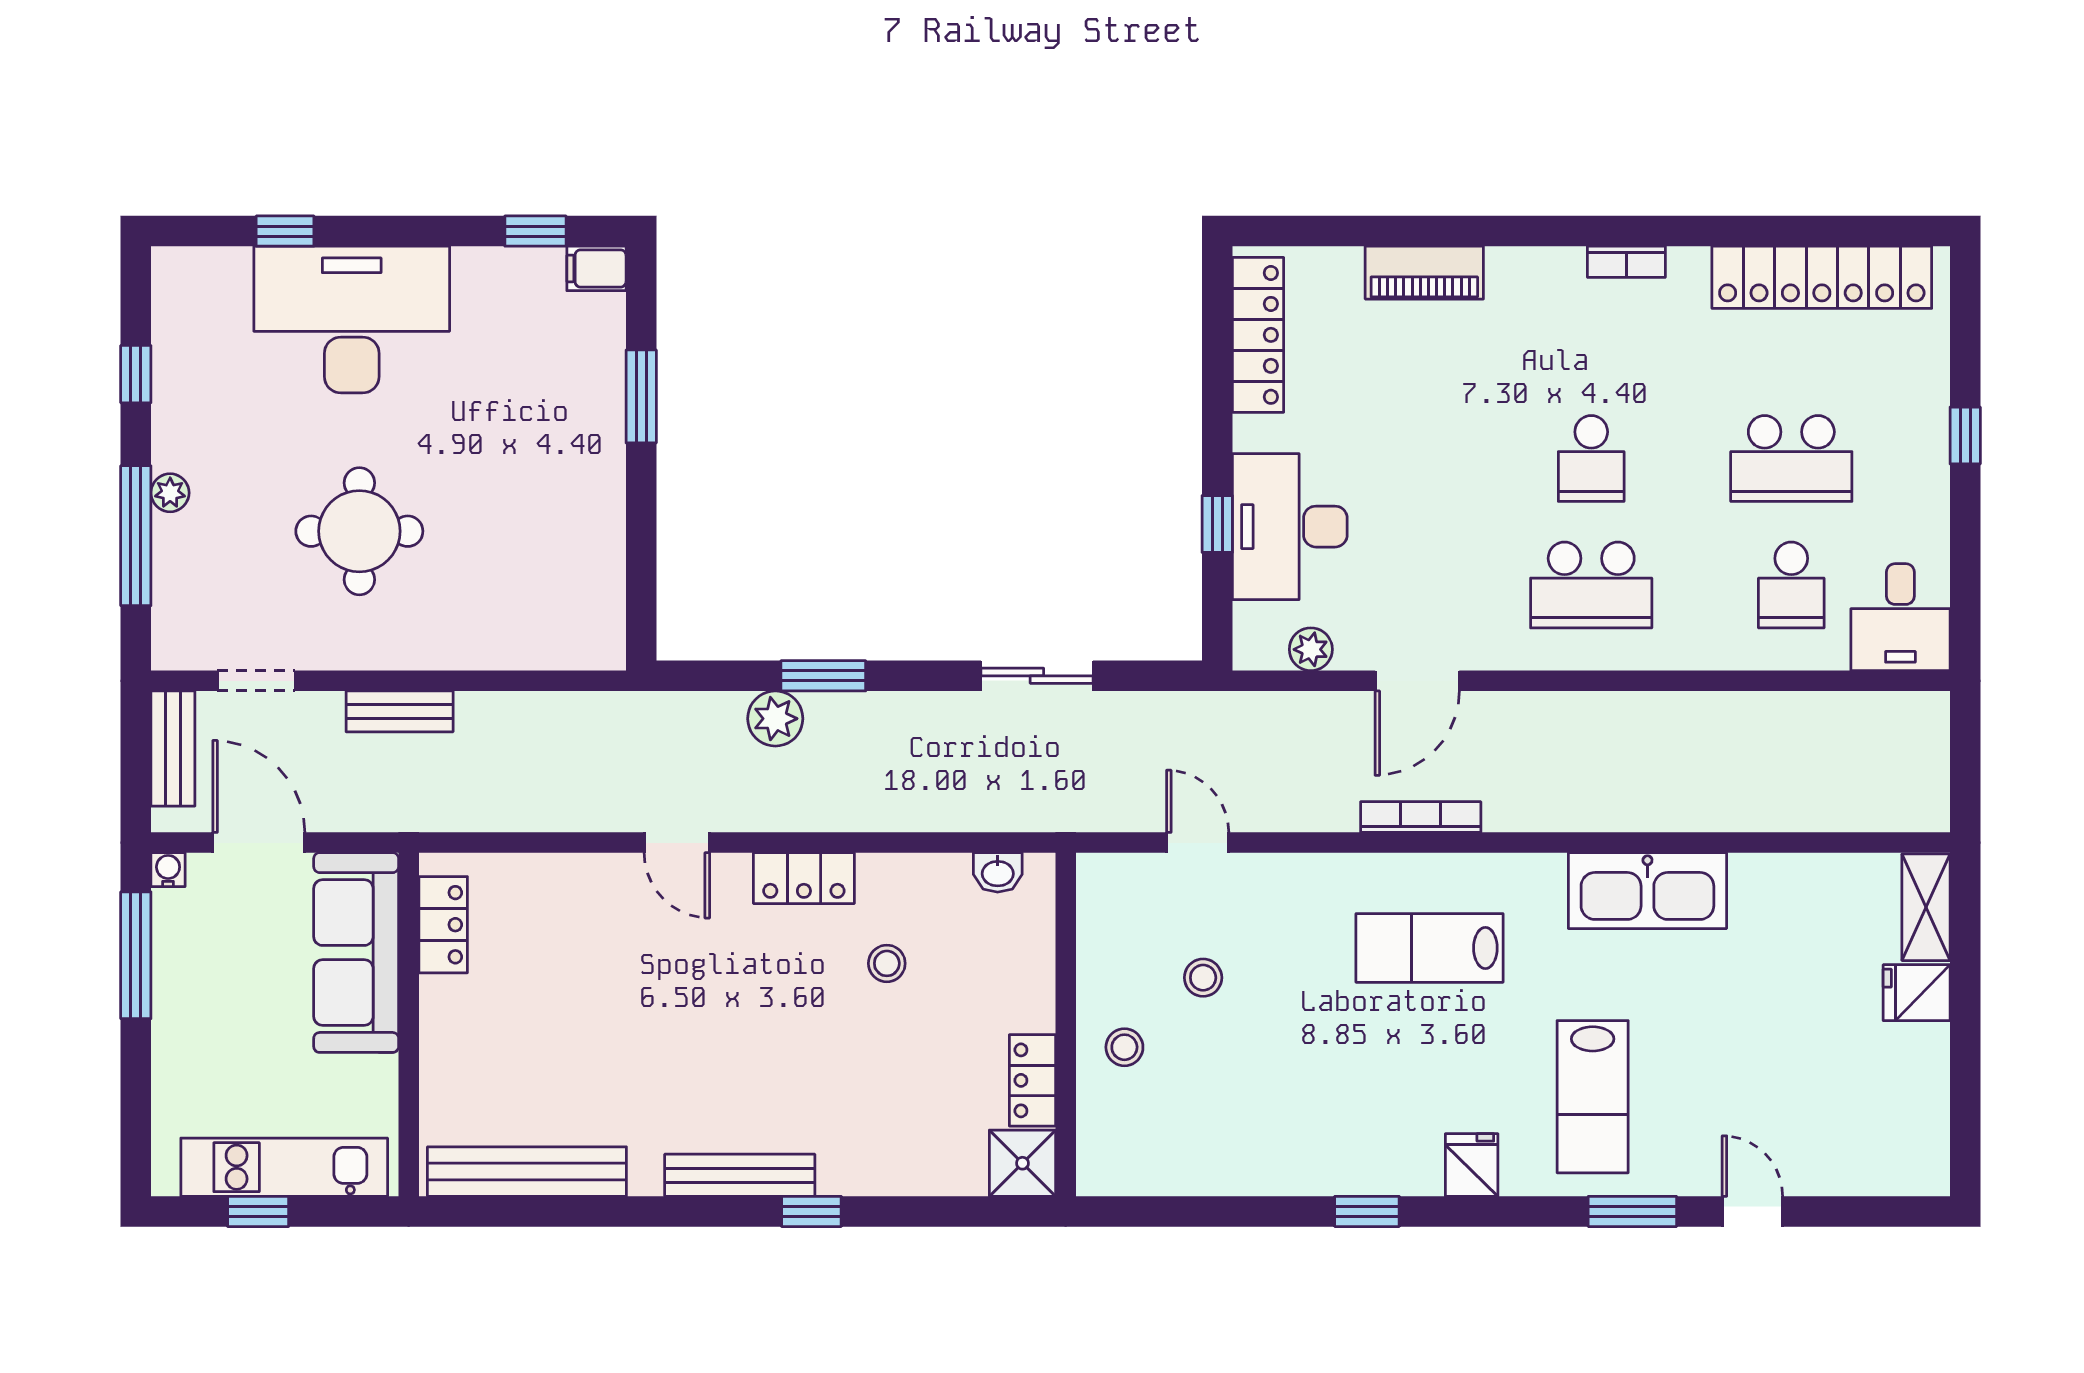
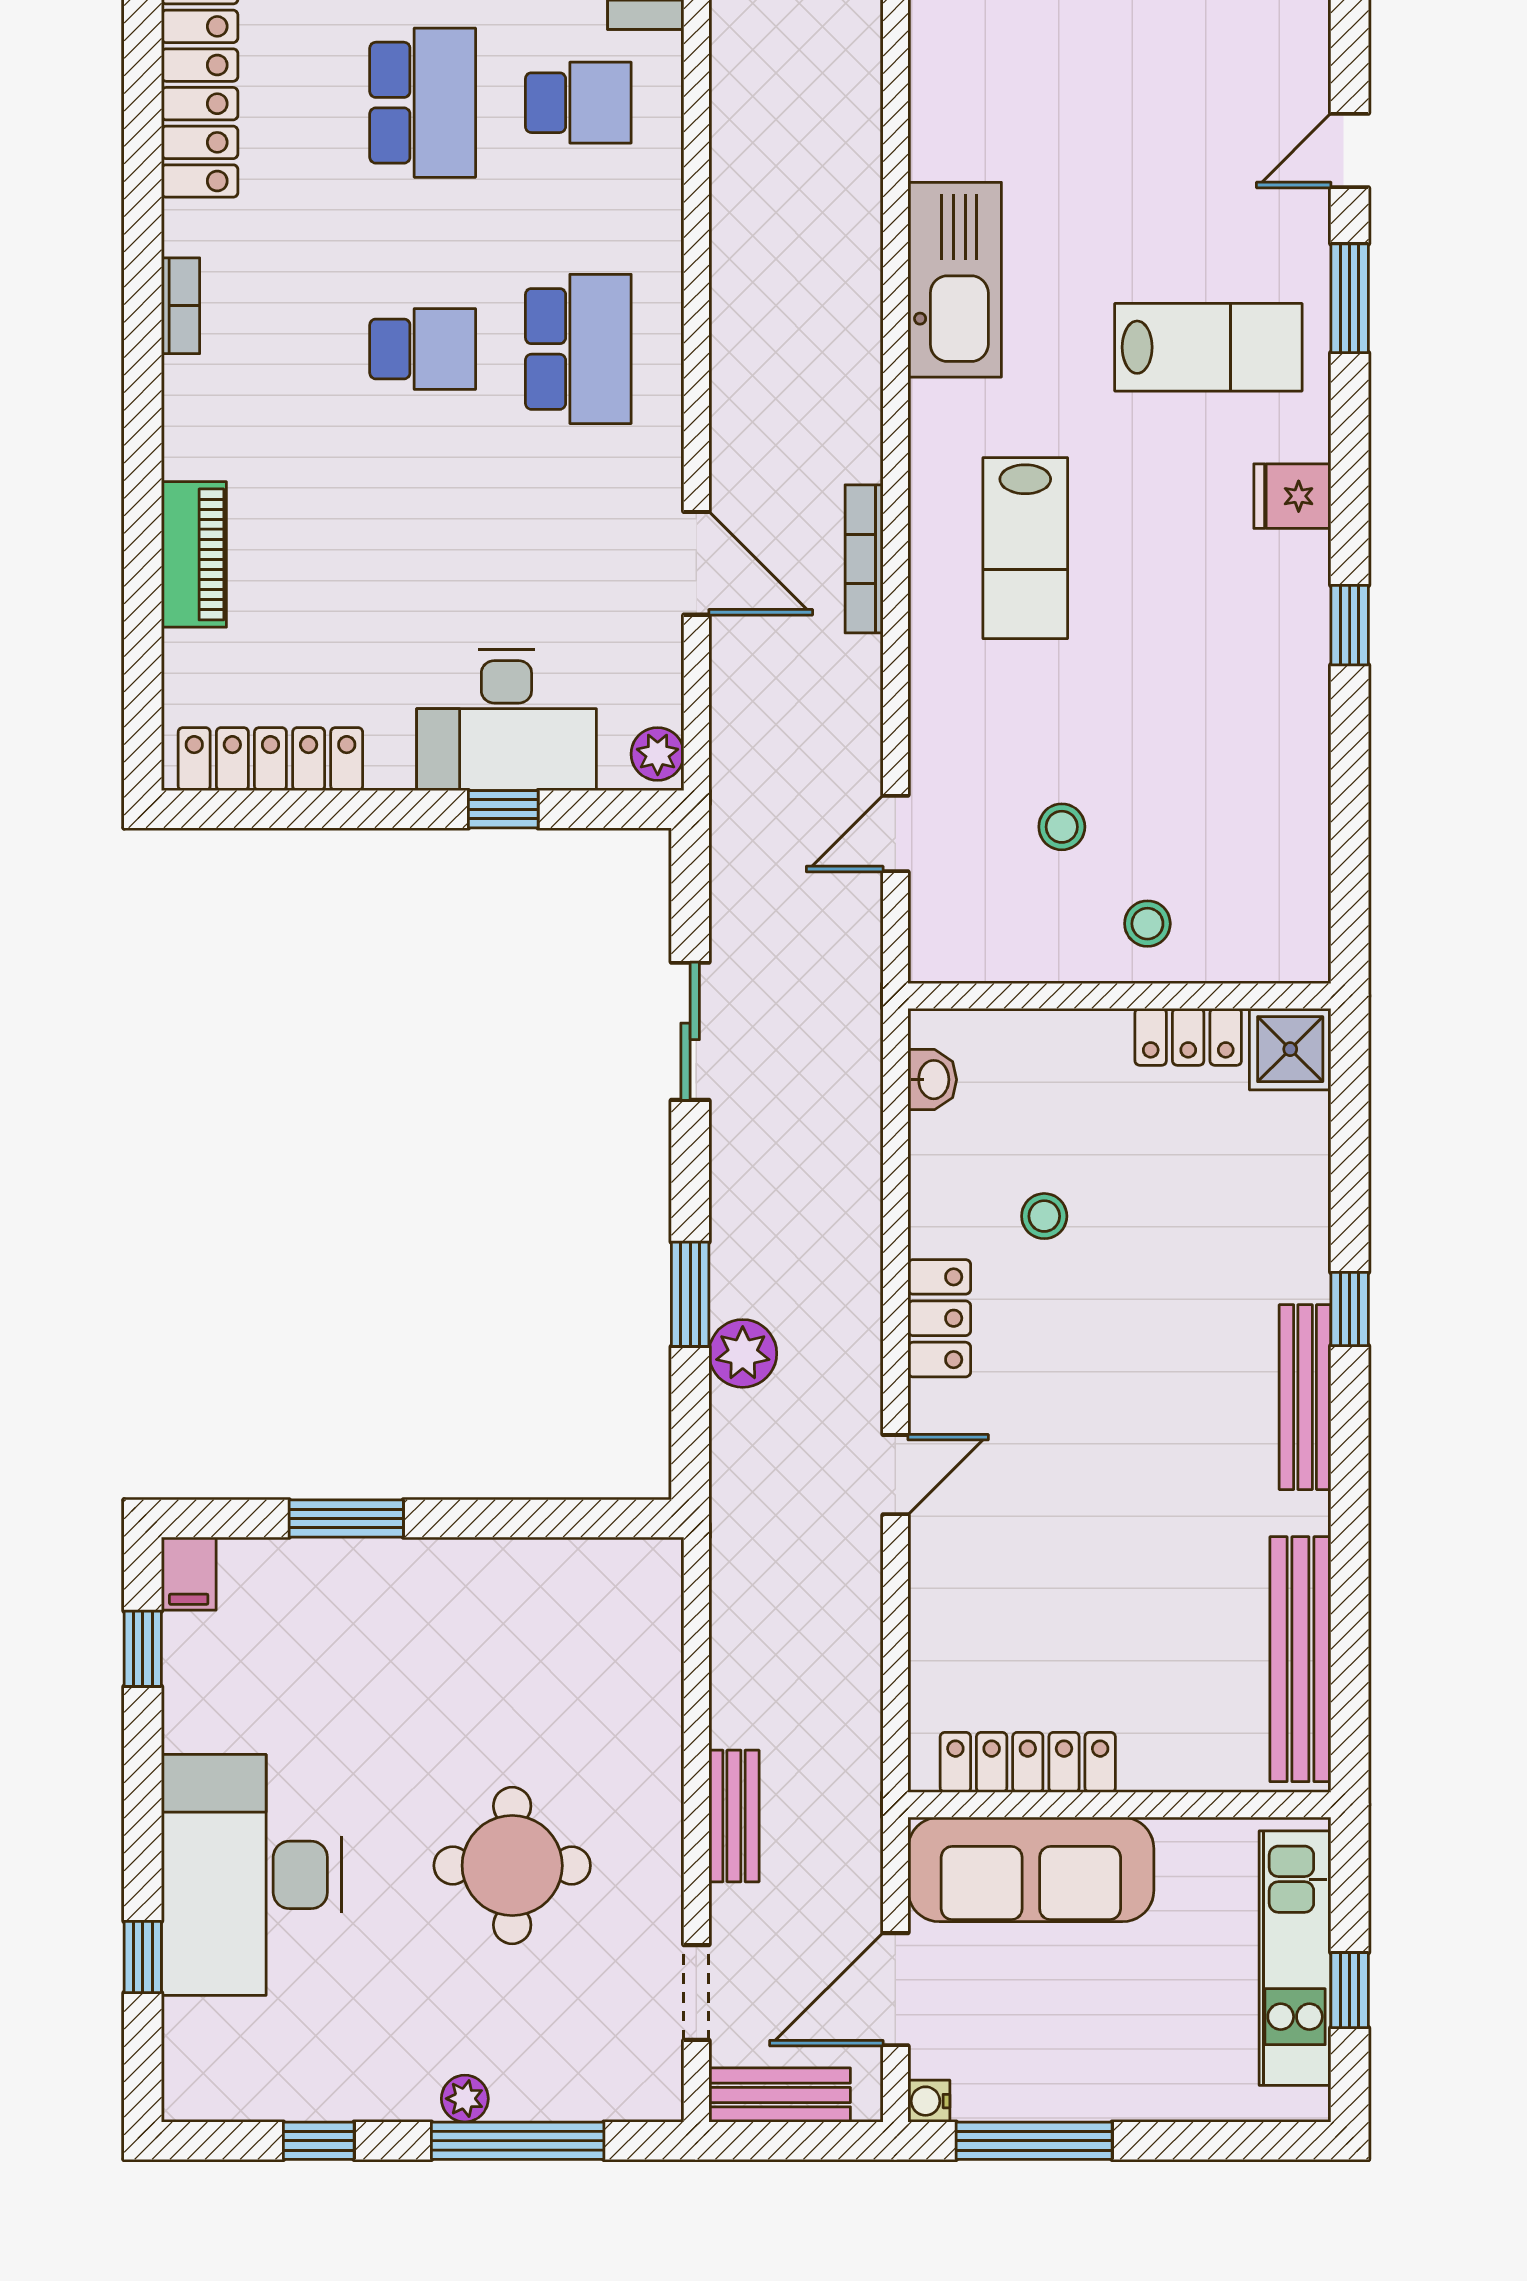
plant: (1311, 649) -> (658, 754), moved
locker: (443, 925) -> (1028, 1762), width x1.53

